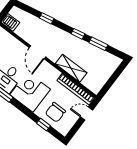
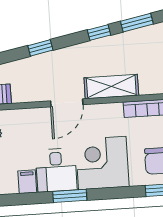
door: (37, 52) -> (67, 103), hinge flipped
shelving: (71, 68) -> (111, 87), moved

